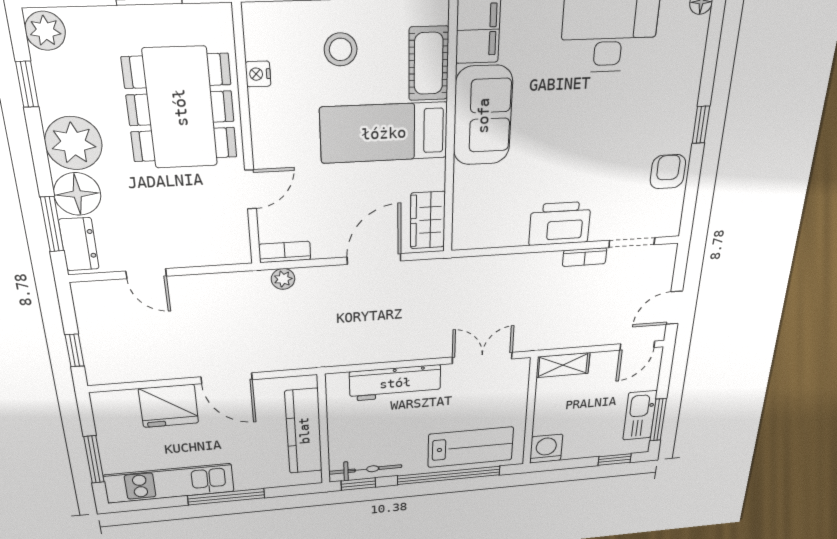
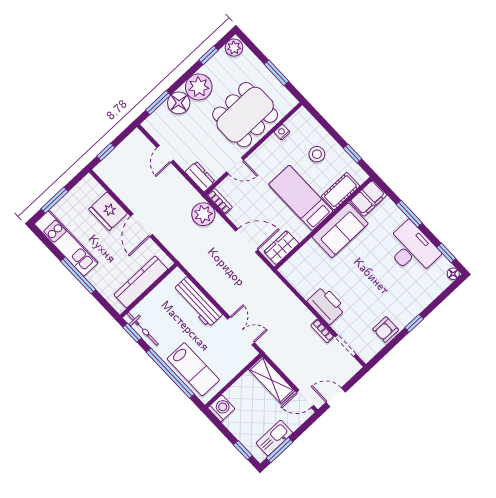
armchair: (668, 172) -> (386, 329), turned 180
dresser: (79, 244) -> (200, 177), moved, turned -90
plant: (283, 279) -> (203, 214), width x1.88, depth x1.88
shelving: (563, 365) -> (272, 380), width x1.50, depth x1.33

